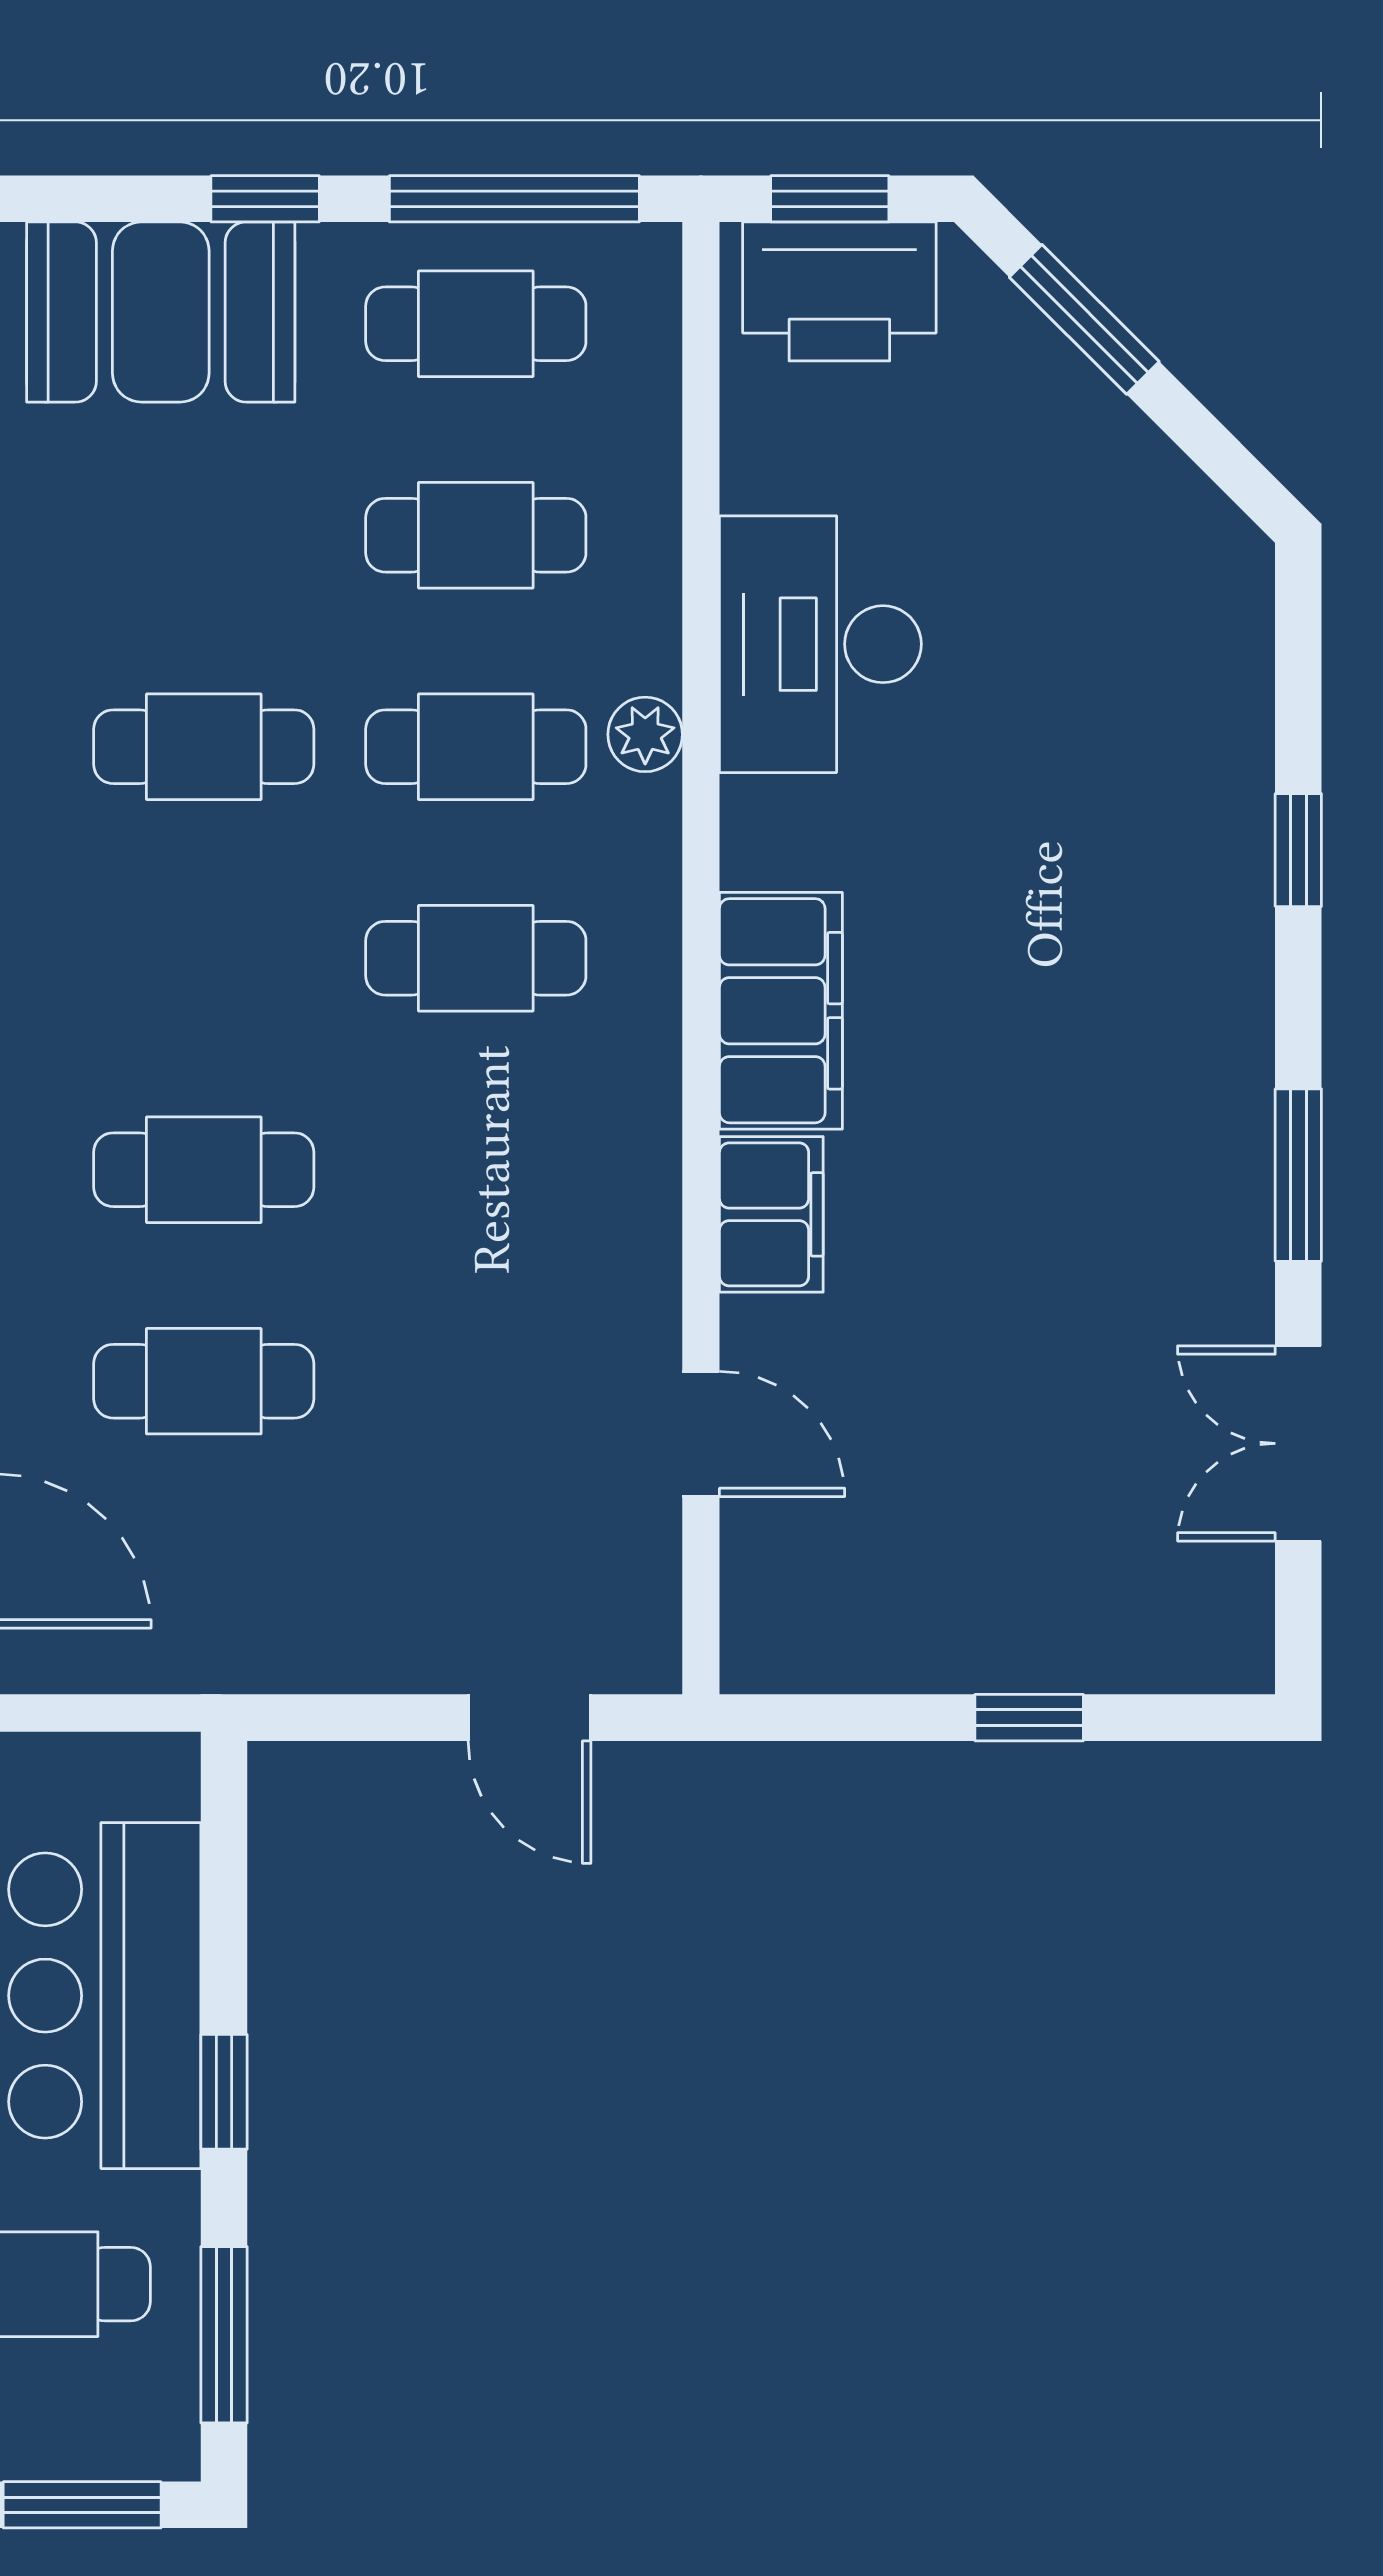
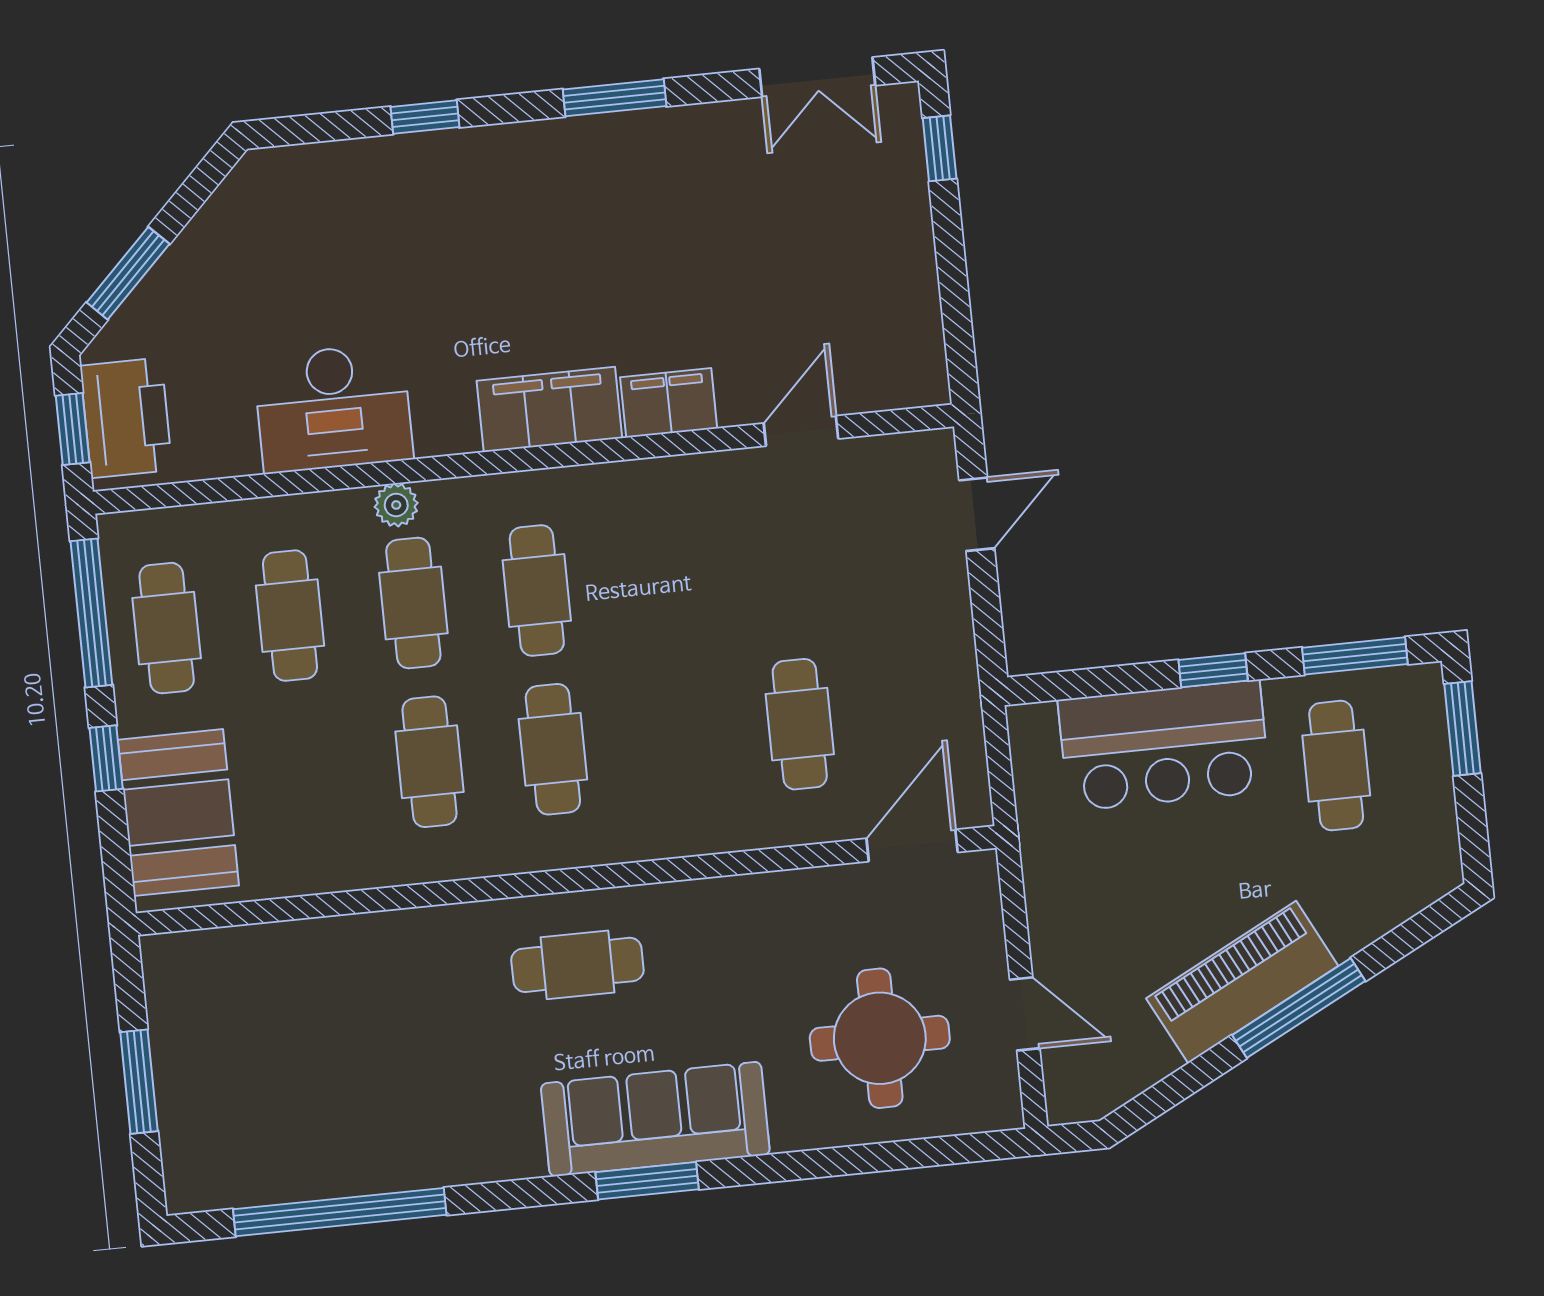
cafe table: (204, 1170) -> (553, 749), moved
double door: (1298, 1443) -> (817, 77), moved
window: (1029, 1718) -> (940, 148), moved

